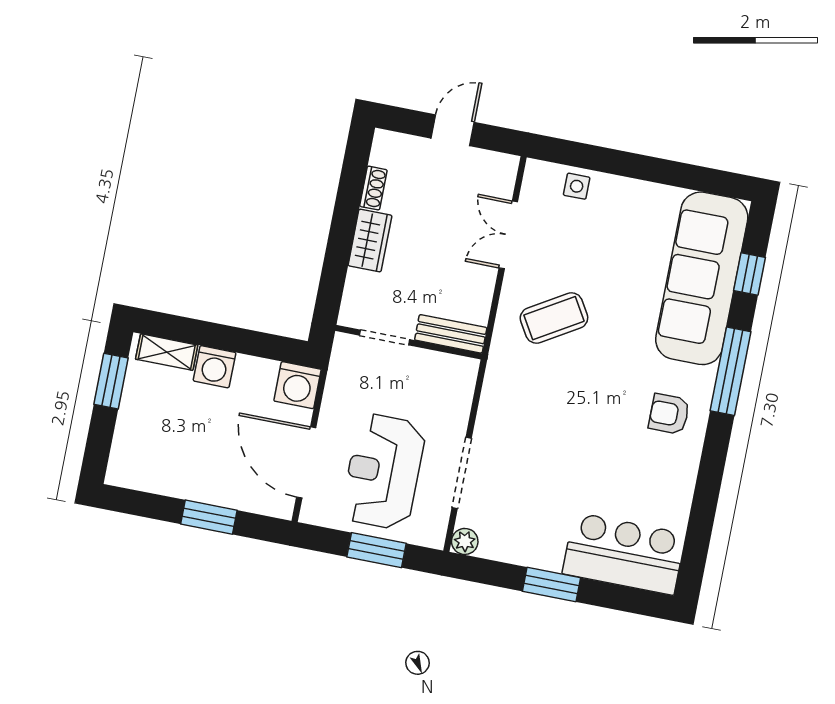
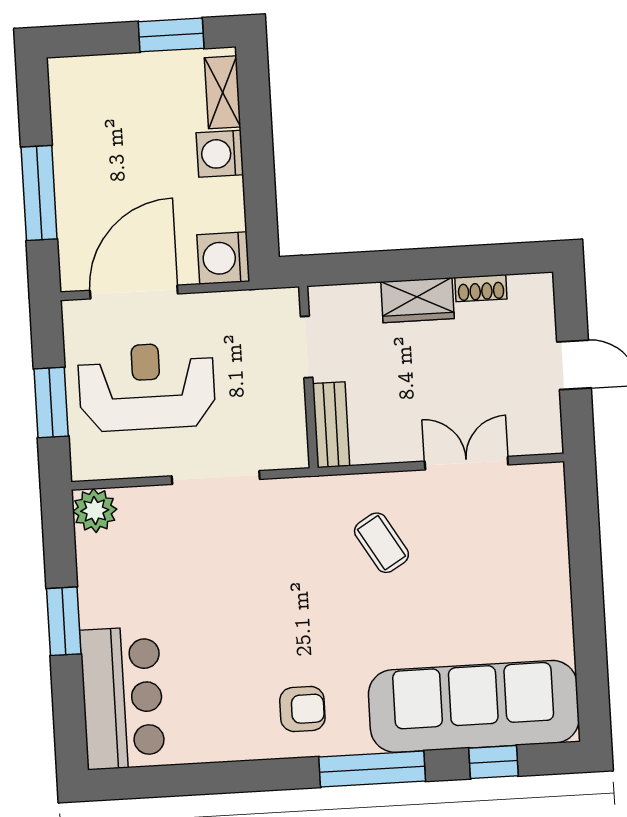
side table: (577, 186) -> (545, 529), removed
coffee table: (554, 318) -> (381, 543), width x0.73, depth x0.77
armchair: (669, 414) -> (302, 709), turned 90
doorway: (462, 473) -> (216, 478), moved
window: (209, 517) -> (39, 193), width x1.44
plant: (465, 541) -> (95, 510), width x1.38, depth x1.38

